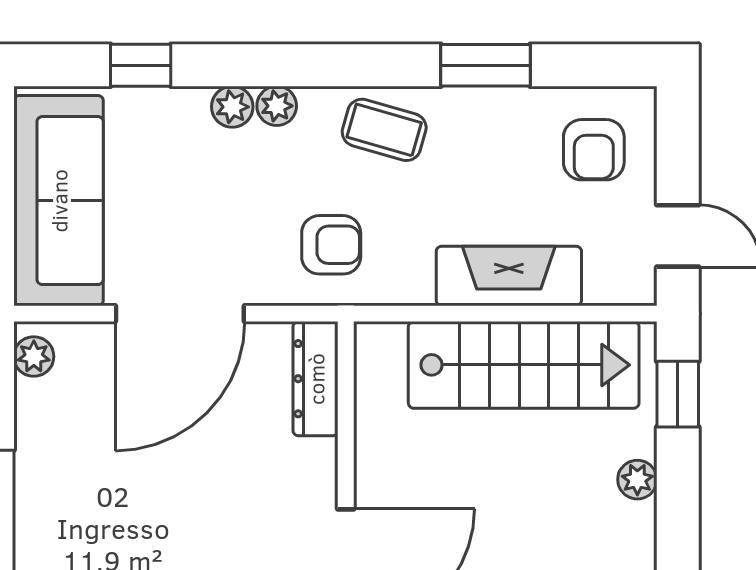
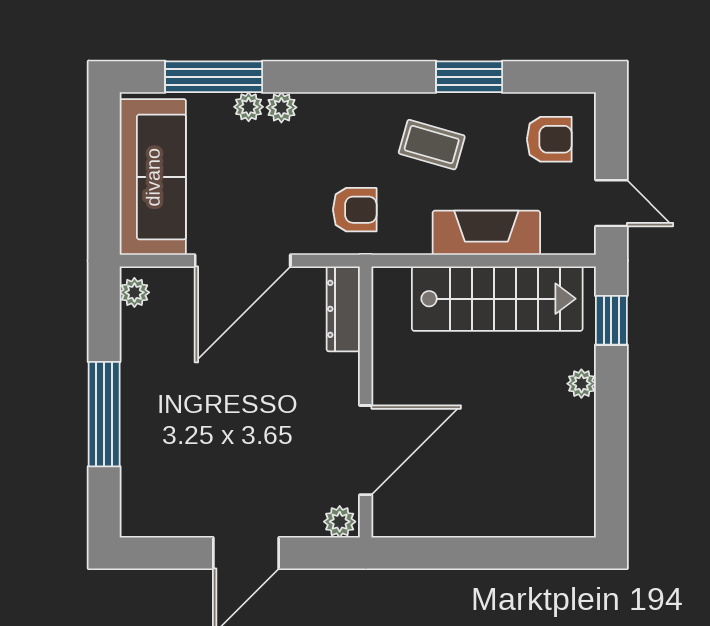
window: (141, 65) -> (214, 77), width x2.17
plant: (277, 106) -> (249, 107), moved
coffee table: (384, 130) -> (432, 145), moved
armchair: (594, 150) -> (549, 139), turned -90

